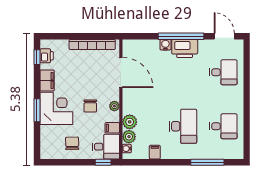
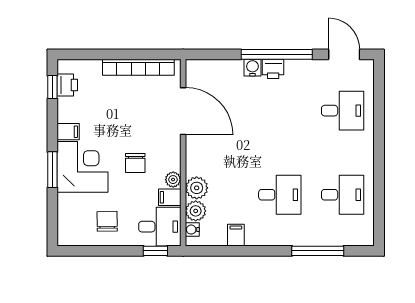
printer: (185, 48) -> (273, 69), width x0.53, depth x0.68
filing cabinet: (47, 80) -> (68, 132), width x0.50
plant: (114, 106) -> (173, 180), moved
desk: (183, 126) -> (280, 195), width x0.73

